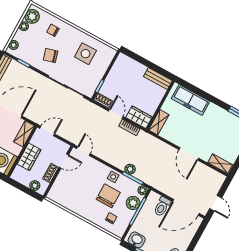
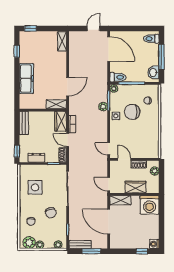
window: (133, 55) -> (17, 151), added
dresser: (115, 72) -> (36, 158), added
freezer: (191, 100) -> (26, 79), moved
door: (116, 114) -> (68, 140), hinge flipped
door: (84, 151) -> (109, 149), hinge flipped
door: (189, 154) -> (68, 87), moved
plant: (133, 203) -> (127, 90), removed
toilet: (162, 206) -> (118, 77), moved

